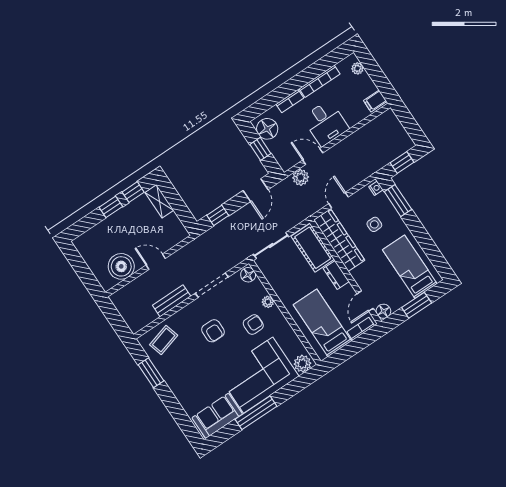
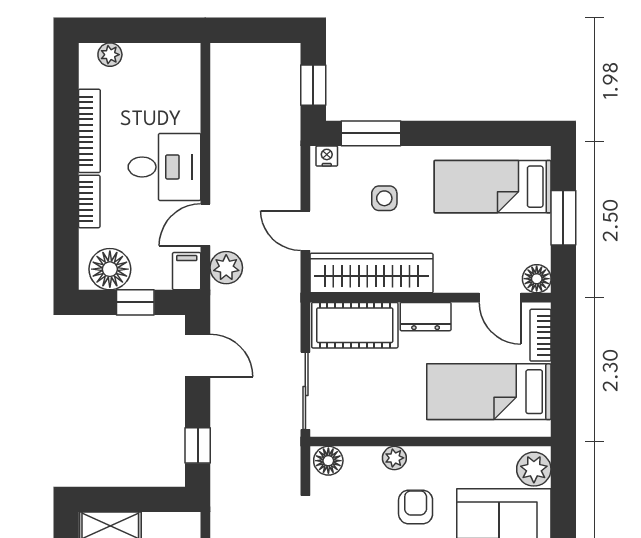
filing cabinet: (375, 101) -> (187, 271), moved, turned 180

